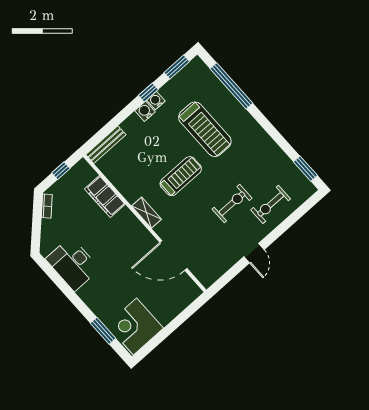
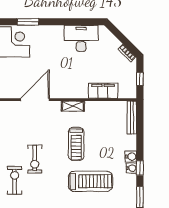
treadmill: (205, 129) -> (90, 181), turned 180

